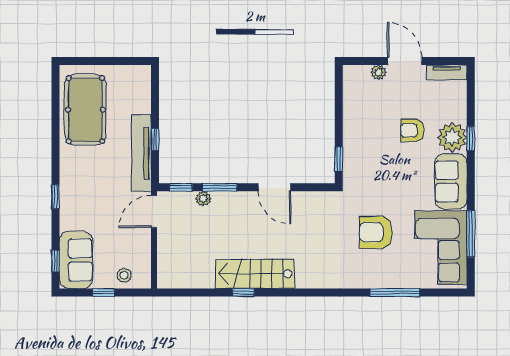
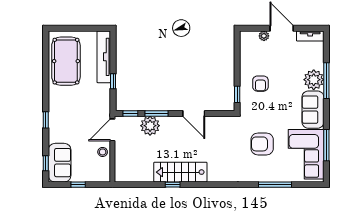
armchair: (412, 130) -> (260, 84), moved, turned -90
window: (471, 139) -> (326, 81), width x2.17
tv unit: (141, 153) -> (104, 57), moved
plant: (203, 199) -> (150, 126), width x1.88, depth x1.88
stool: (124, 275) -> (103, 152), moved

